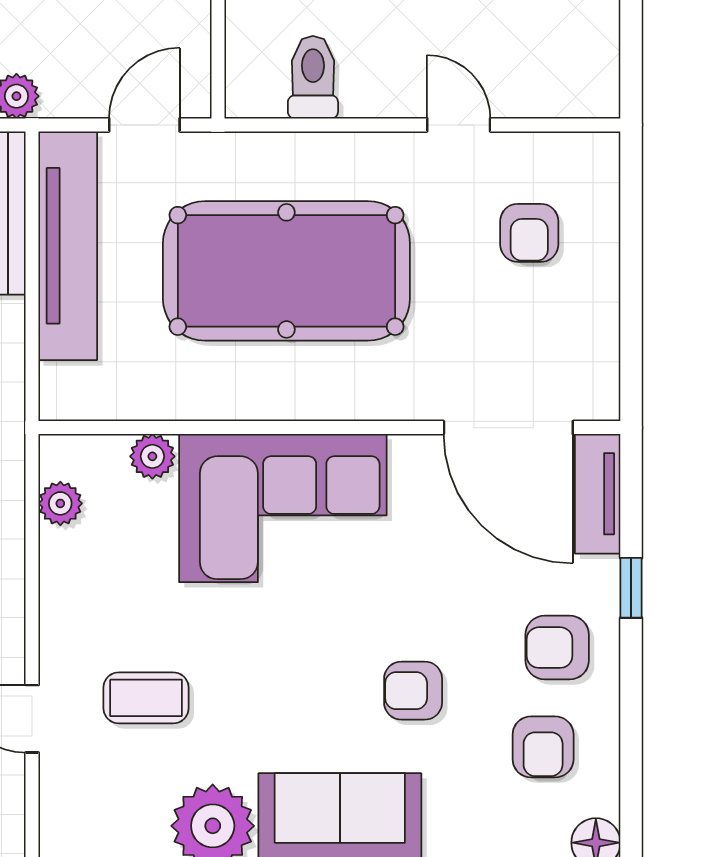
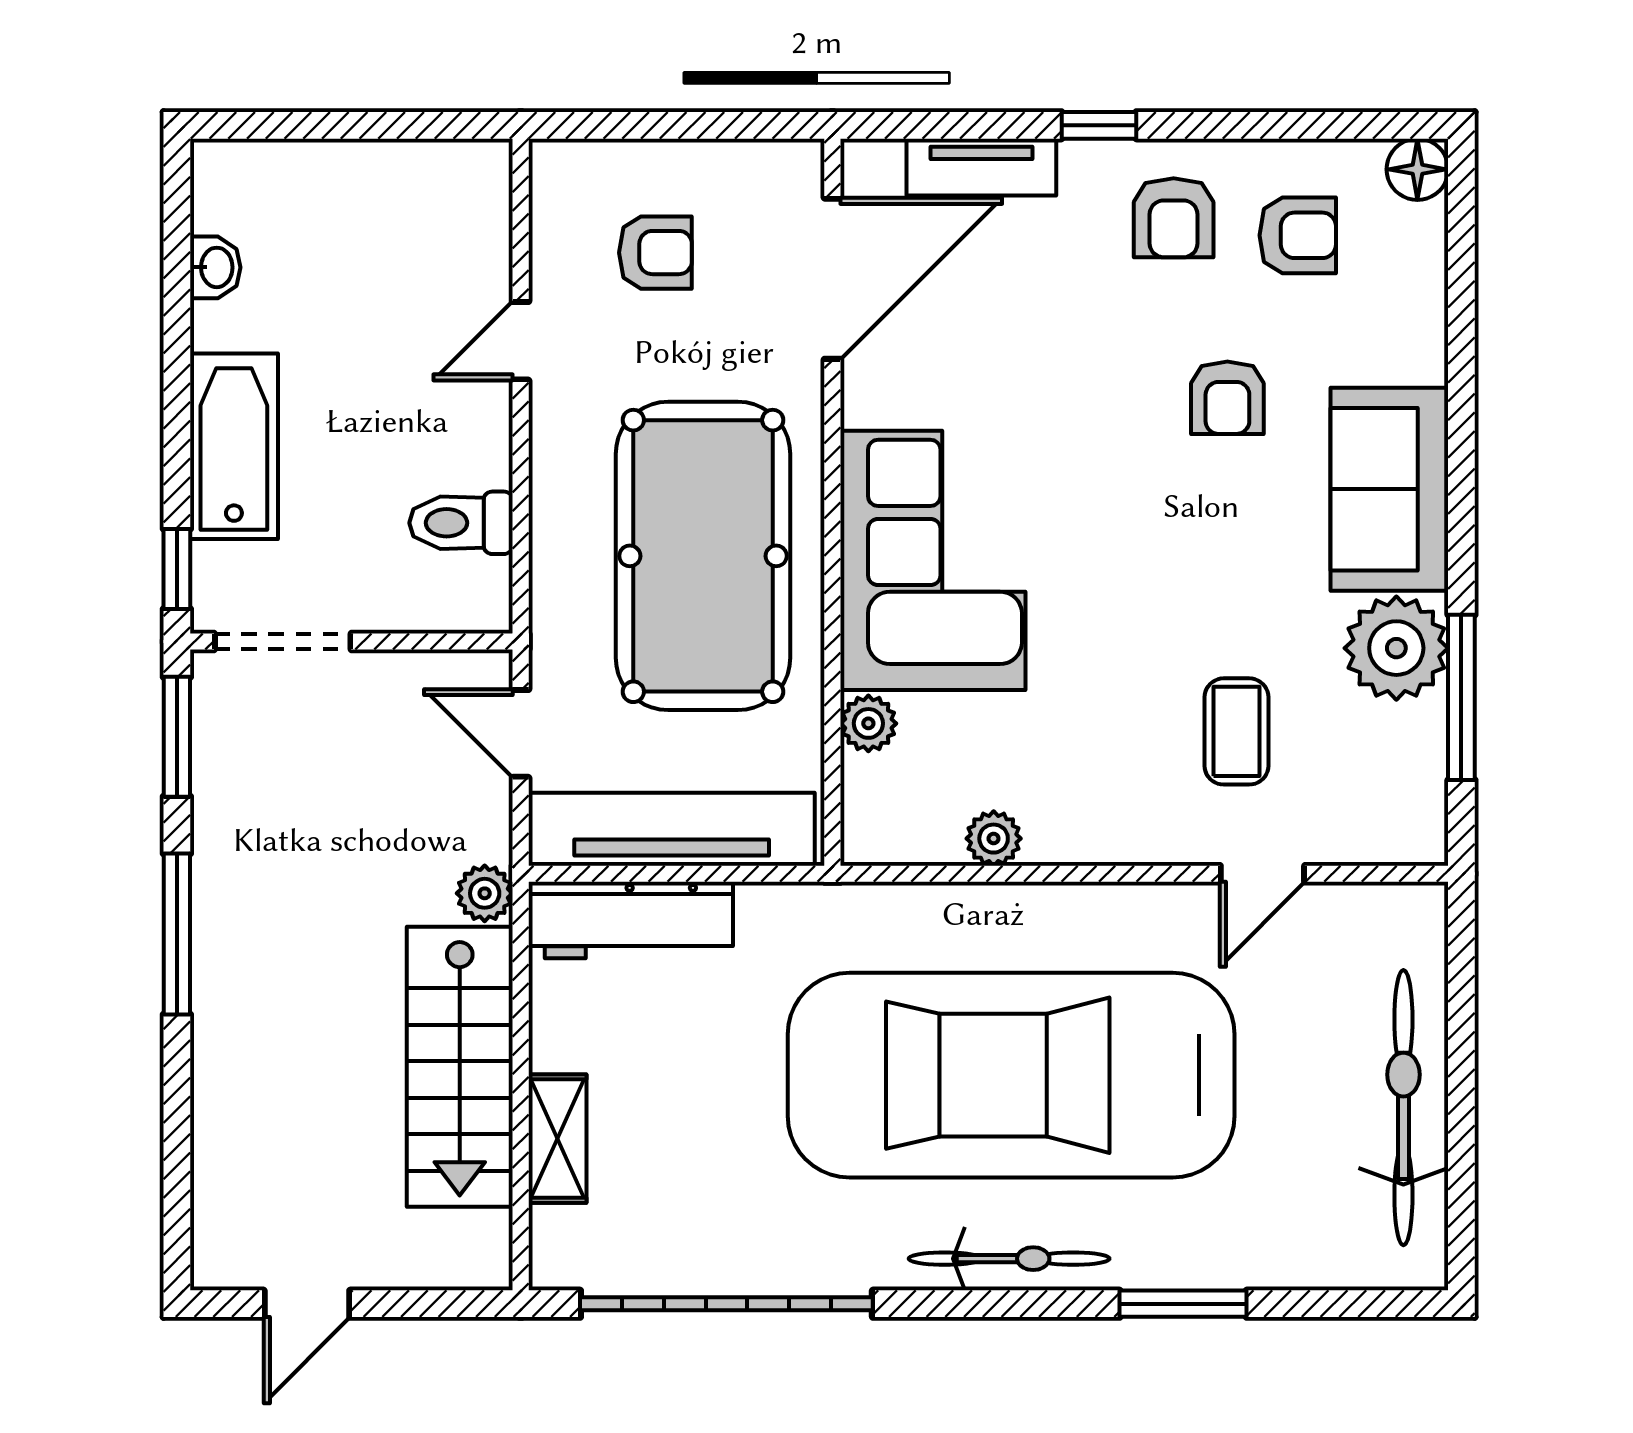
wall: (329, 428) -> (832, 502), moved
door: (508, 428) -> (832, 279), moved
plant: (152, 456) -> (868, 723), moved
corner sofa: (283, 508) -> (933, 560), moved

